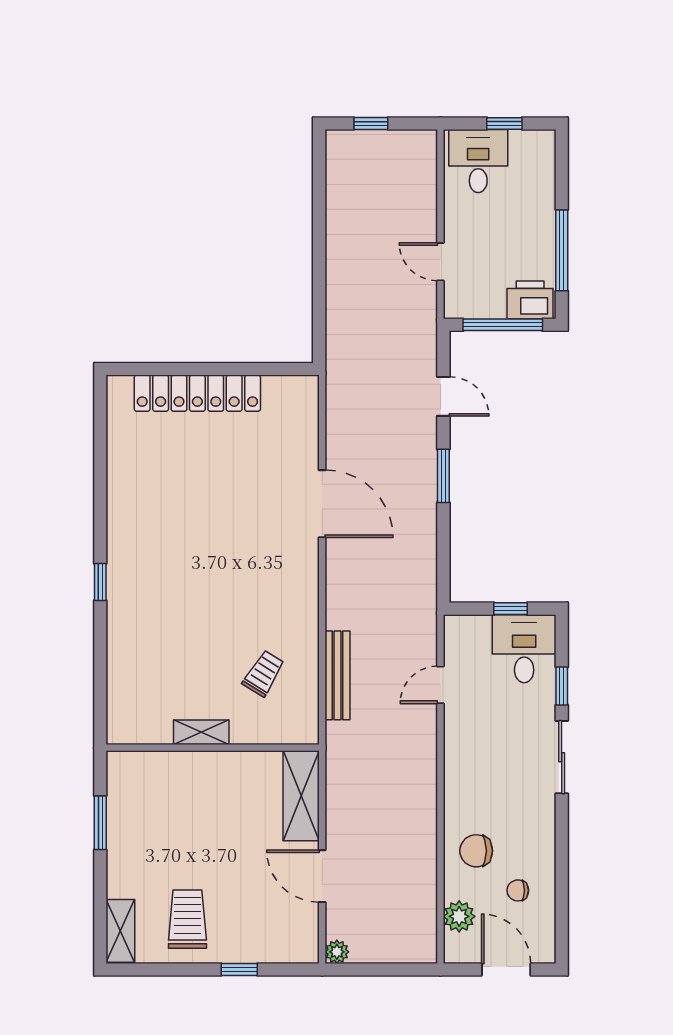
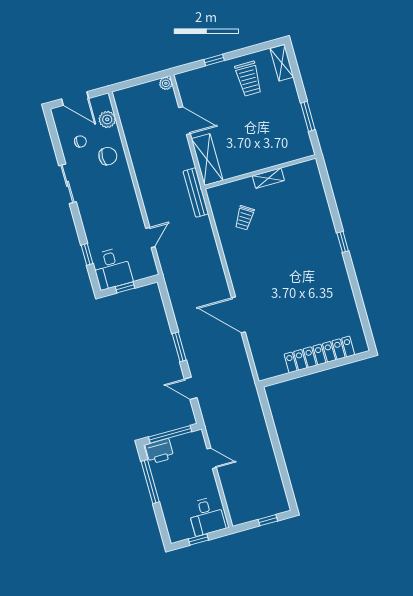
bench: (338, 675) -> (196, 193), moved
sliding door: (562, 757) -> (67, 184), moved

